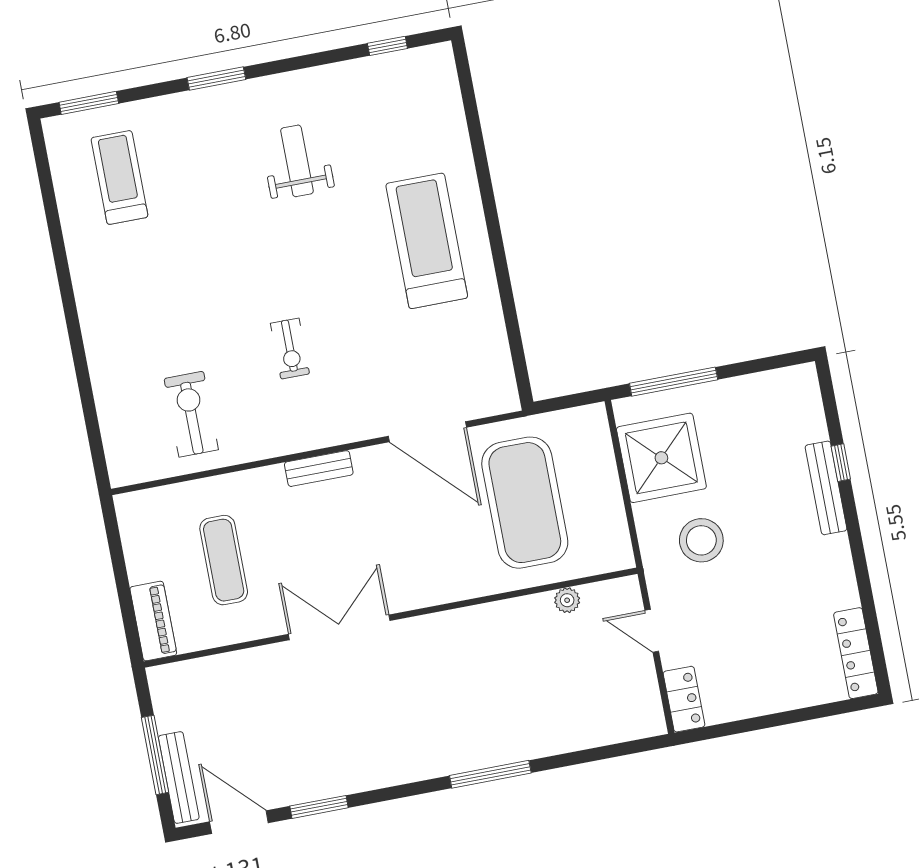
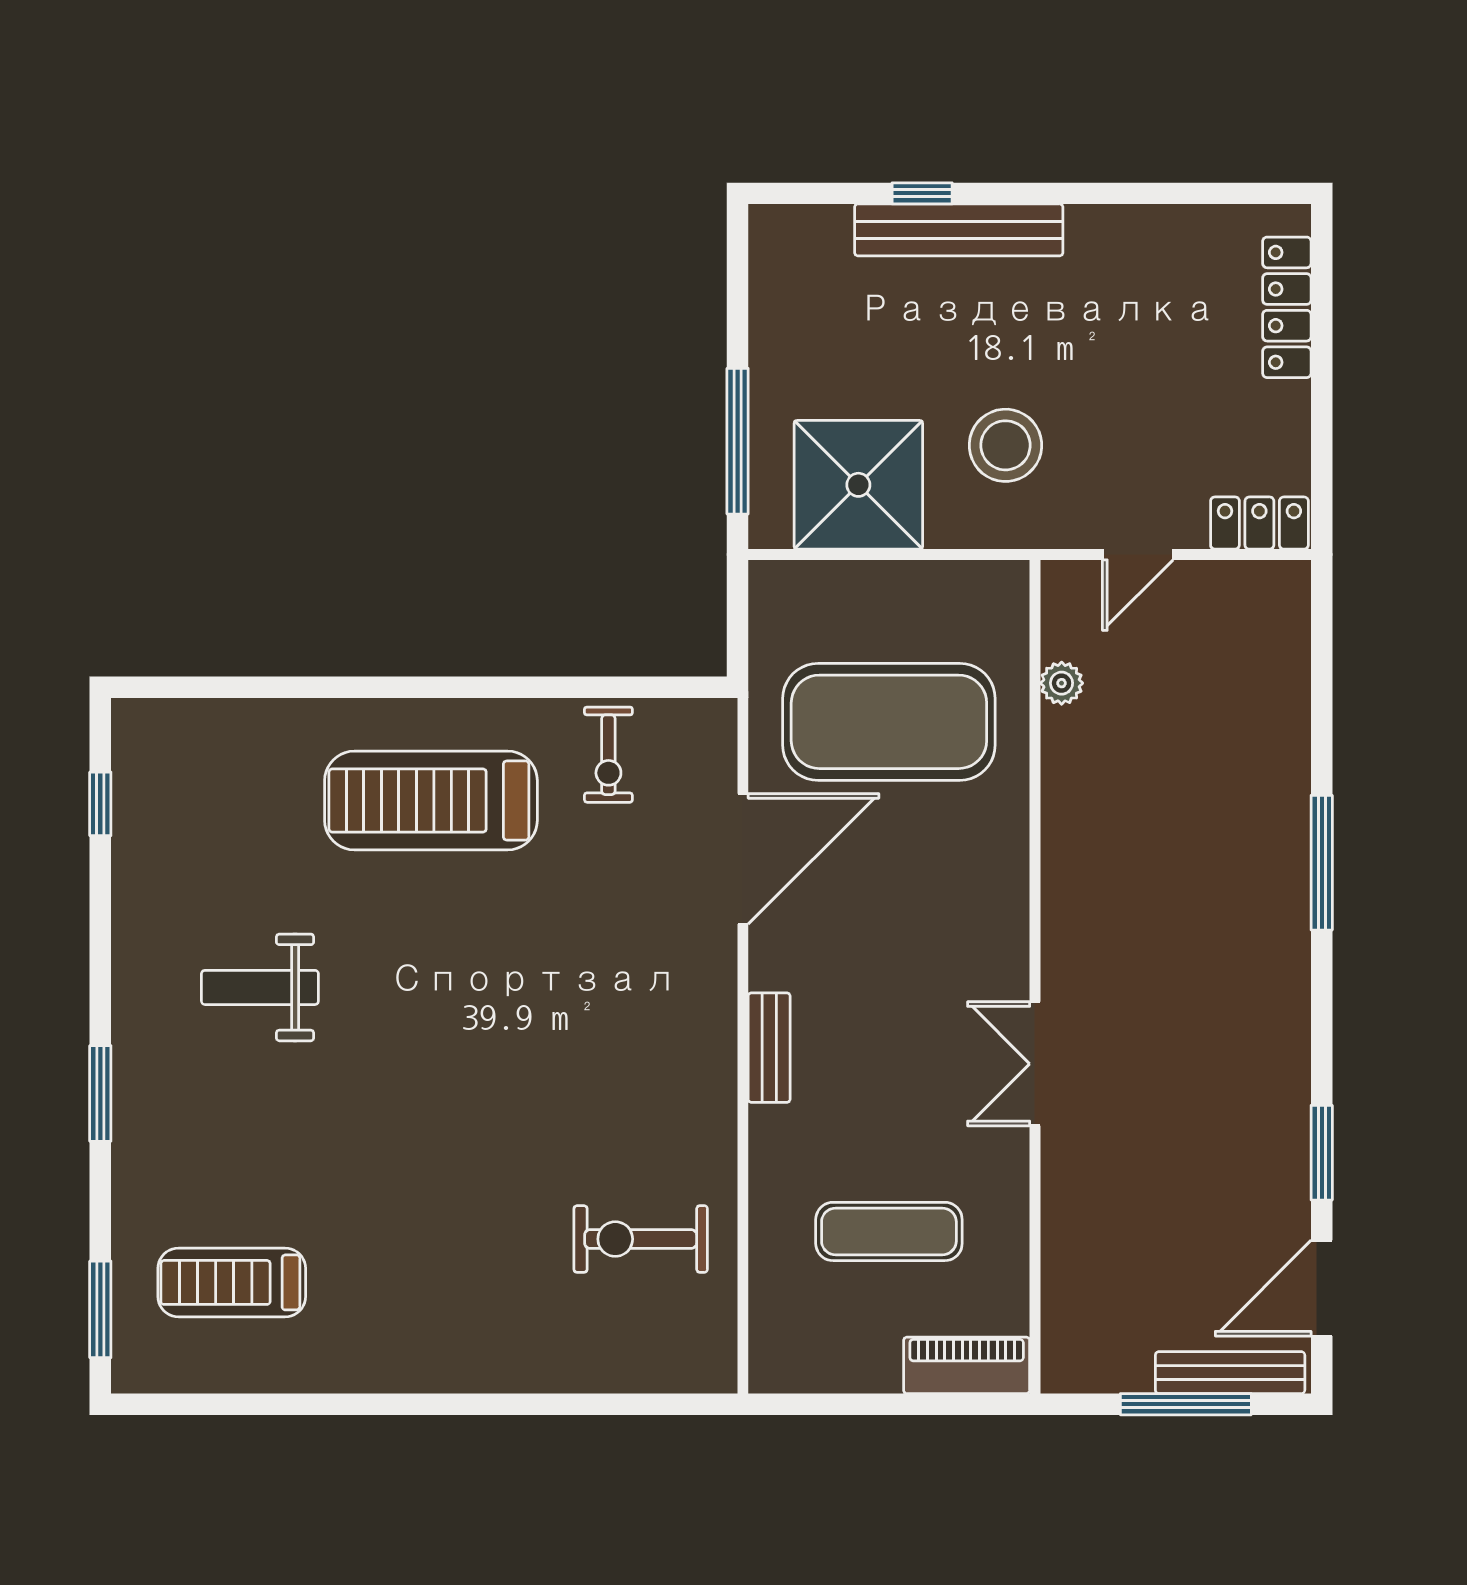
exercise bike: (290, 349) -> (608, 755), moved, turned 90
bench: (826, 488) -> (959, 230), width x1.37, depth x1.21
double door: (339, 627) -> (1035, 1064), width x0.73
locker: (856, 653) -> (1287, 307), moved, turned 90

